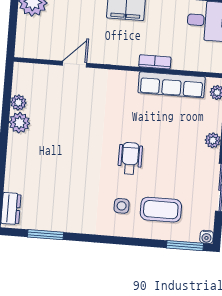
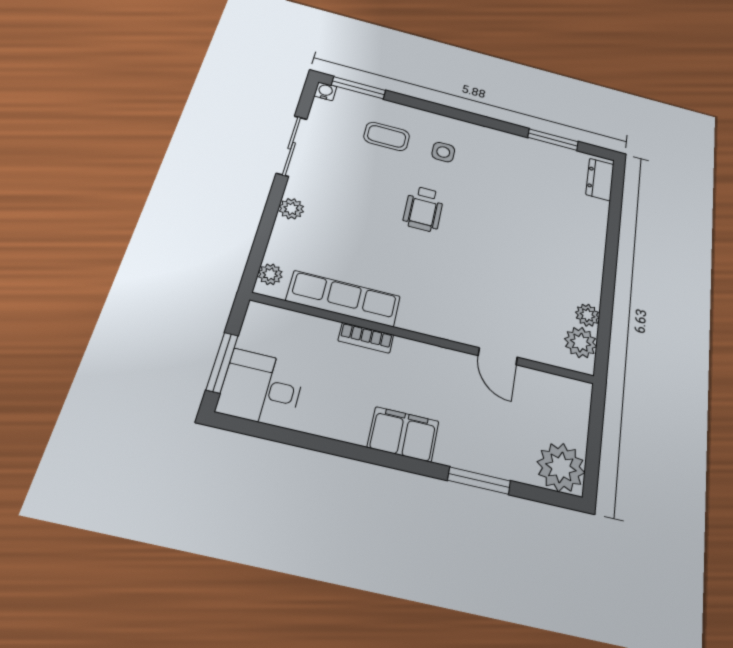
door: (75, 64) -> (498, 356), hinge flipped
plant: (19, 123) -> (581, 343), moved
coffee table: (161, 210) -> (387, 136), width x0.73, depth x0.77

